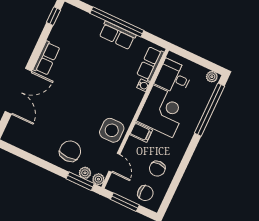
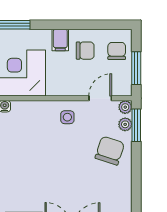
side table: (112, 130) -> (67, 117), width x0.54, depth x0.54
filing cabinet: (141, 132) -> (60, 40), moved, turned 180
chair: (70, 151) -> (110, 151), turned 108

